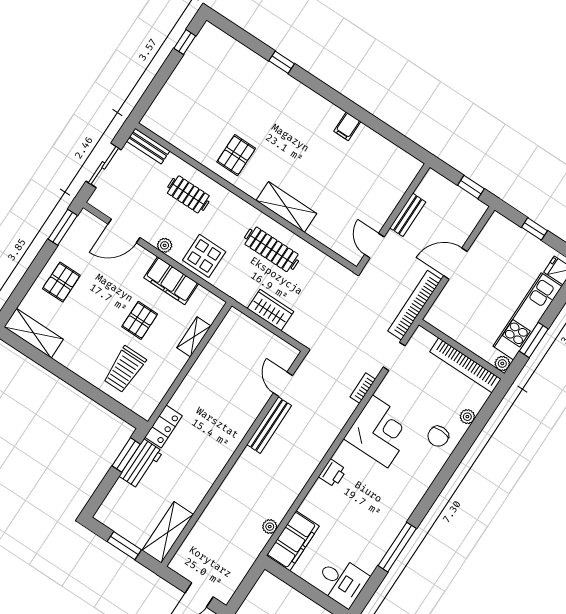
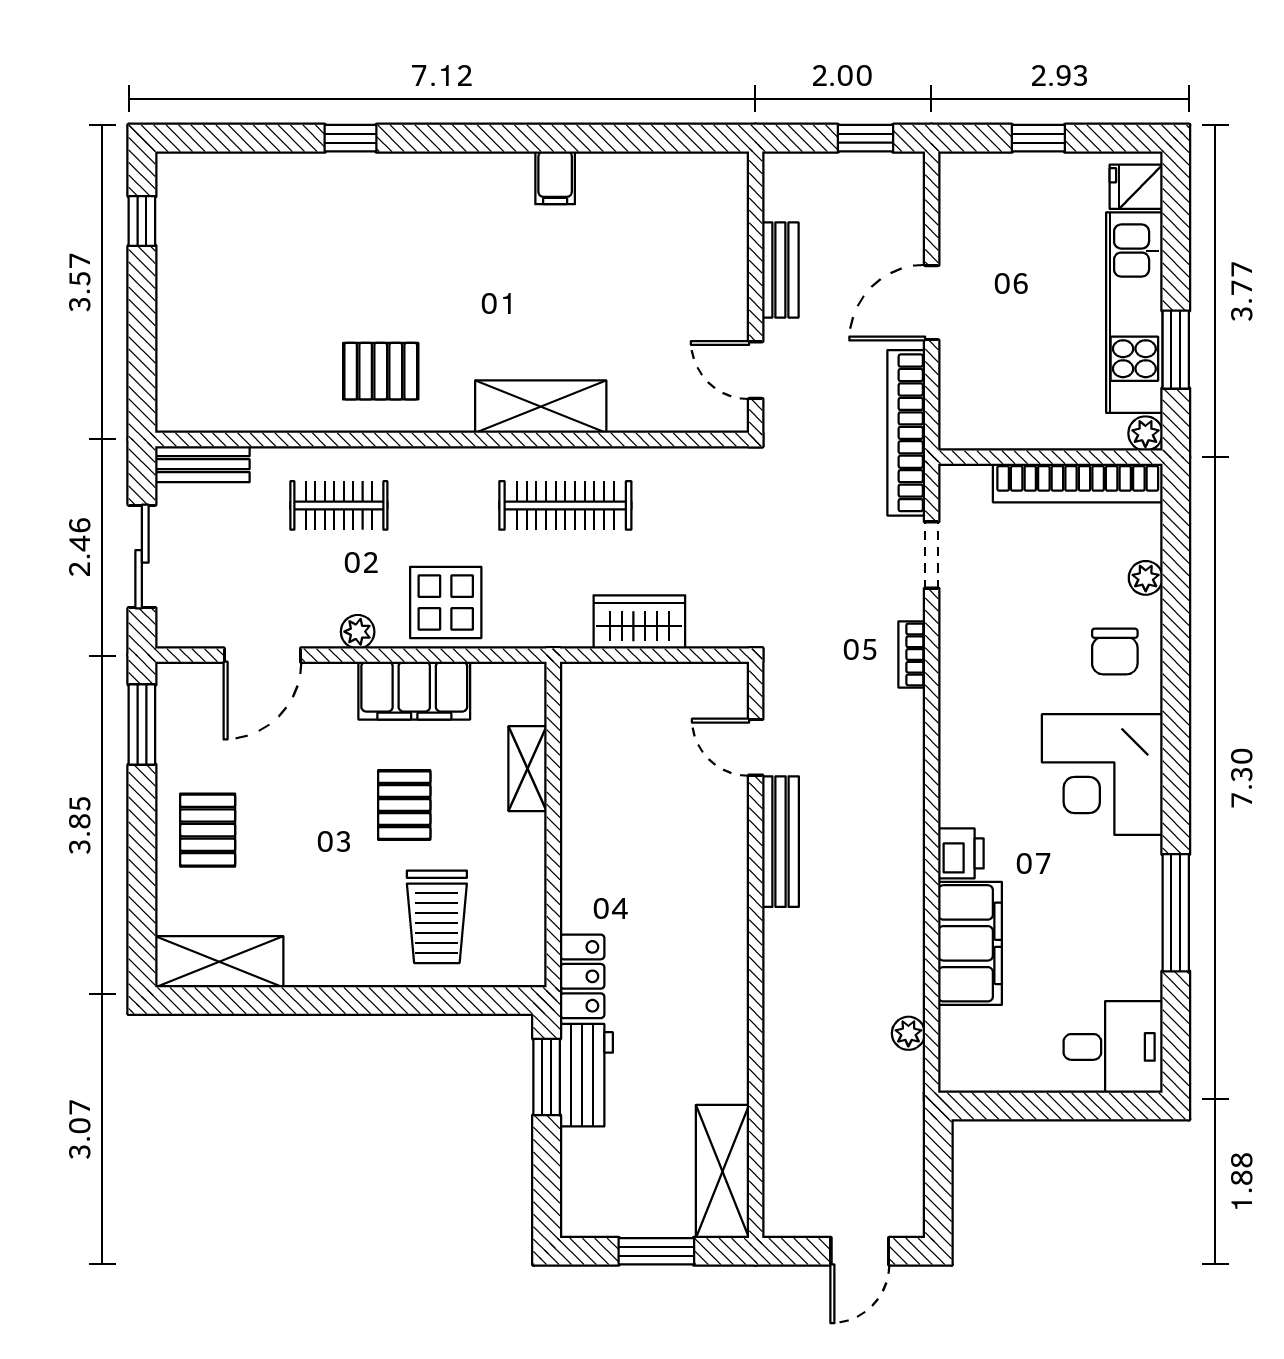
pallet: (236, 155) -> (381, 371), turned 90
corner desk: (380, 431) -> (1102, 774), moved, turned 180
filing cabinet: (293, 541) -> (970, 943), moved

